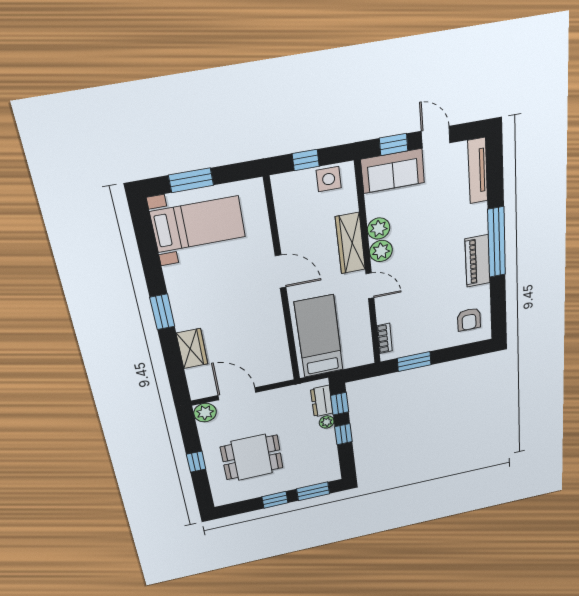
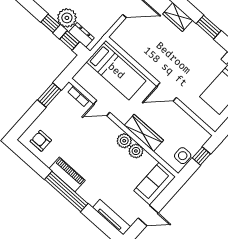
window: (394, 145) -> (166, 196), removed
door: (370, 286) -> (102, 108), moved
plant: (327, 422) -> (67, 18), width x1.87, depth x1.87

